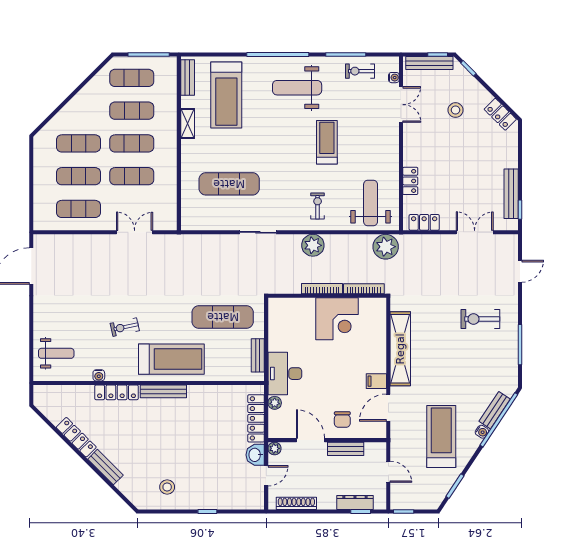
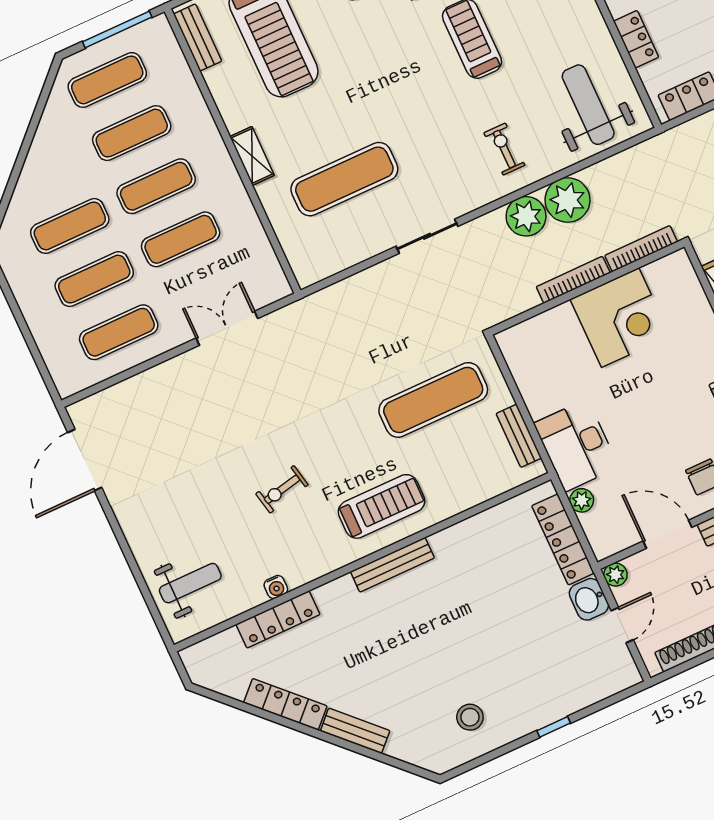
shelving: (188, 123) -> (252, 156), moved
plant: (386, 247) -> (568, 200), moved
treadmill: (171, 359) -> (382, 506), width x0.73, depth x0.73
locker: (117, 392) -> (278, 619), moved

